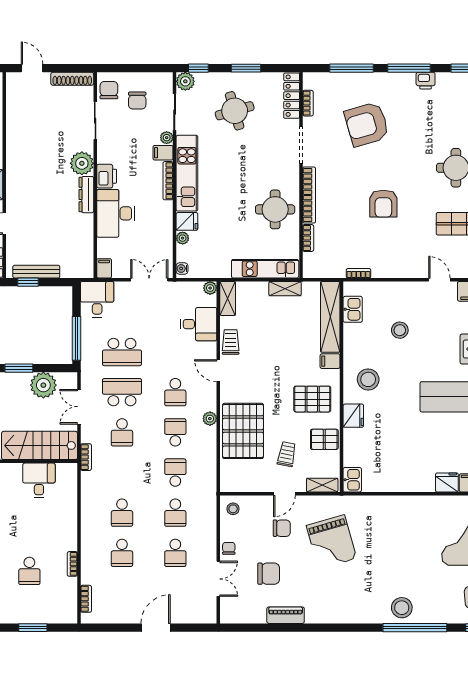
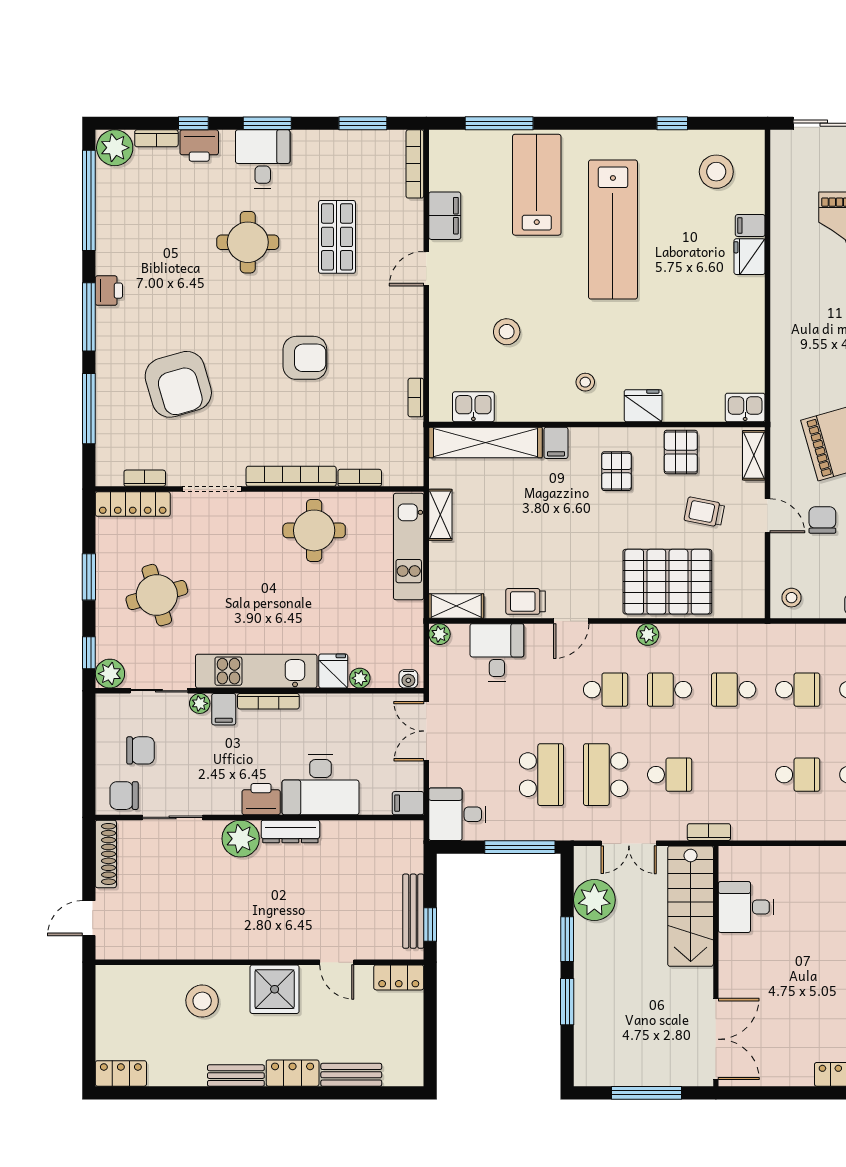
stool: (368, 379) -> (585, 382), width x0.53, depth x0.53
pallet: (312, 399) -> (616, 471), width x0.67, depth x0.71

